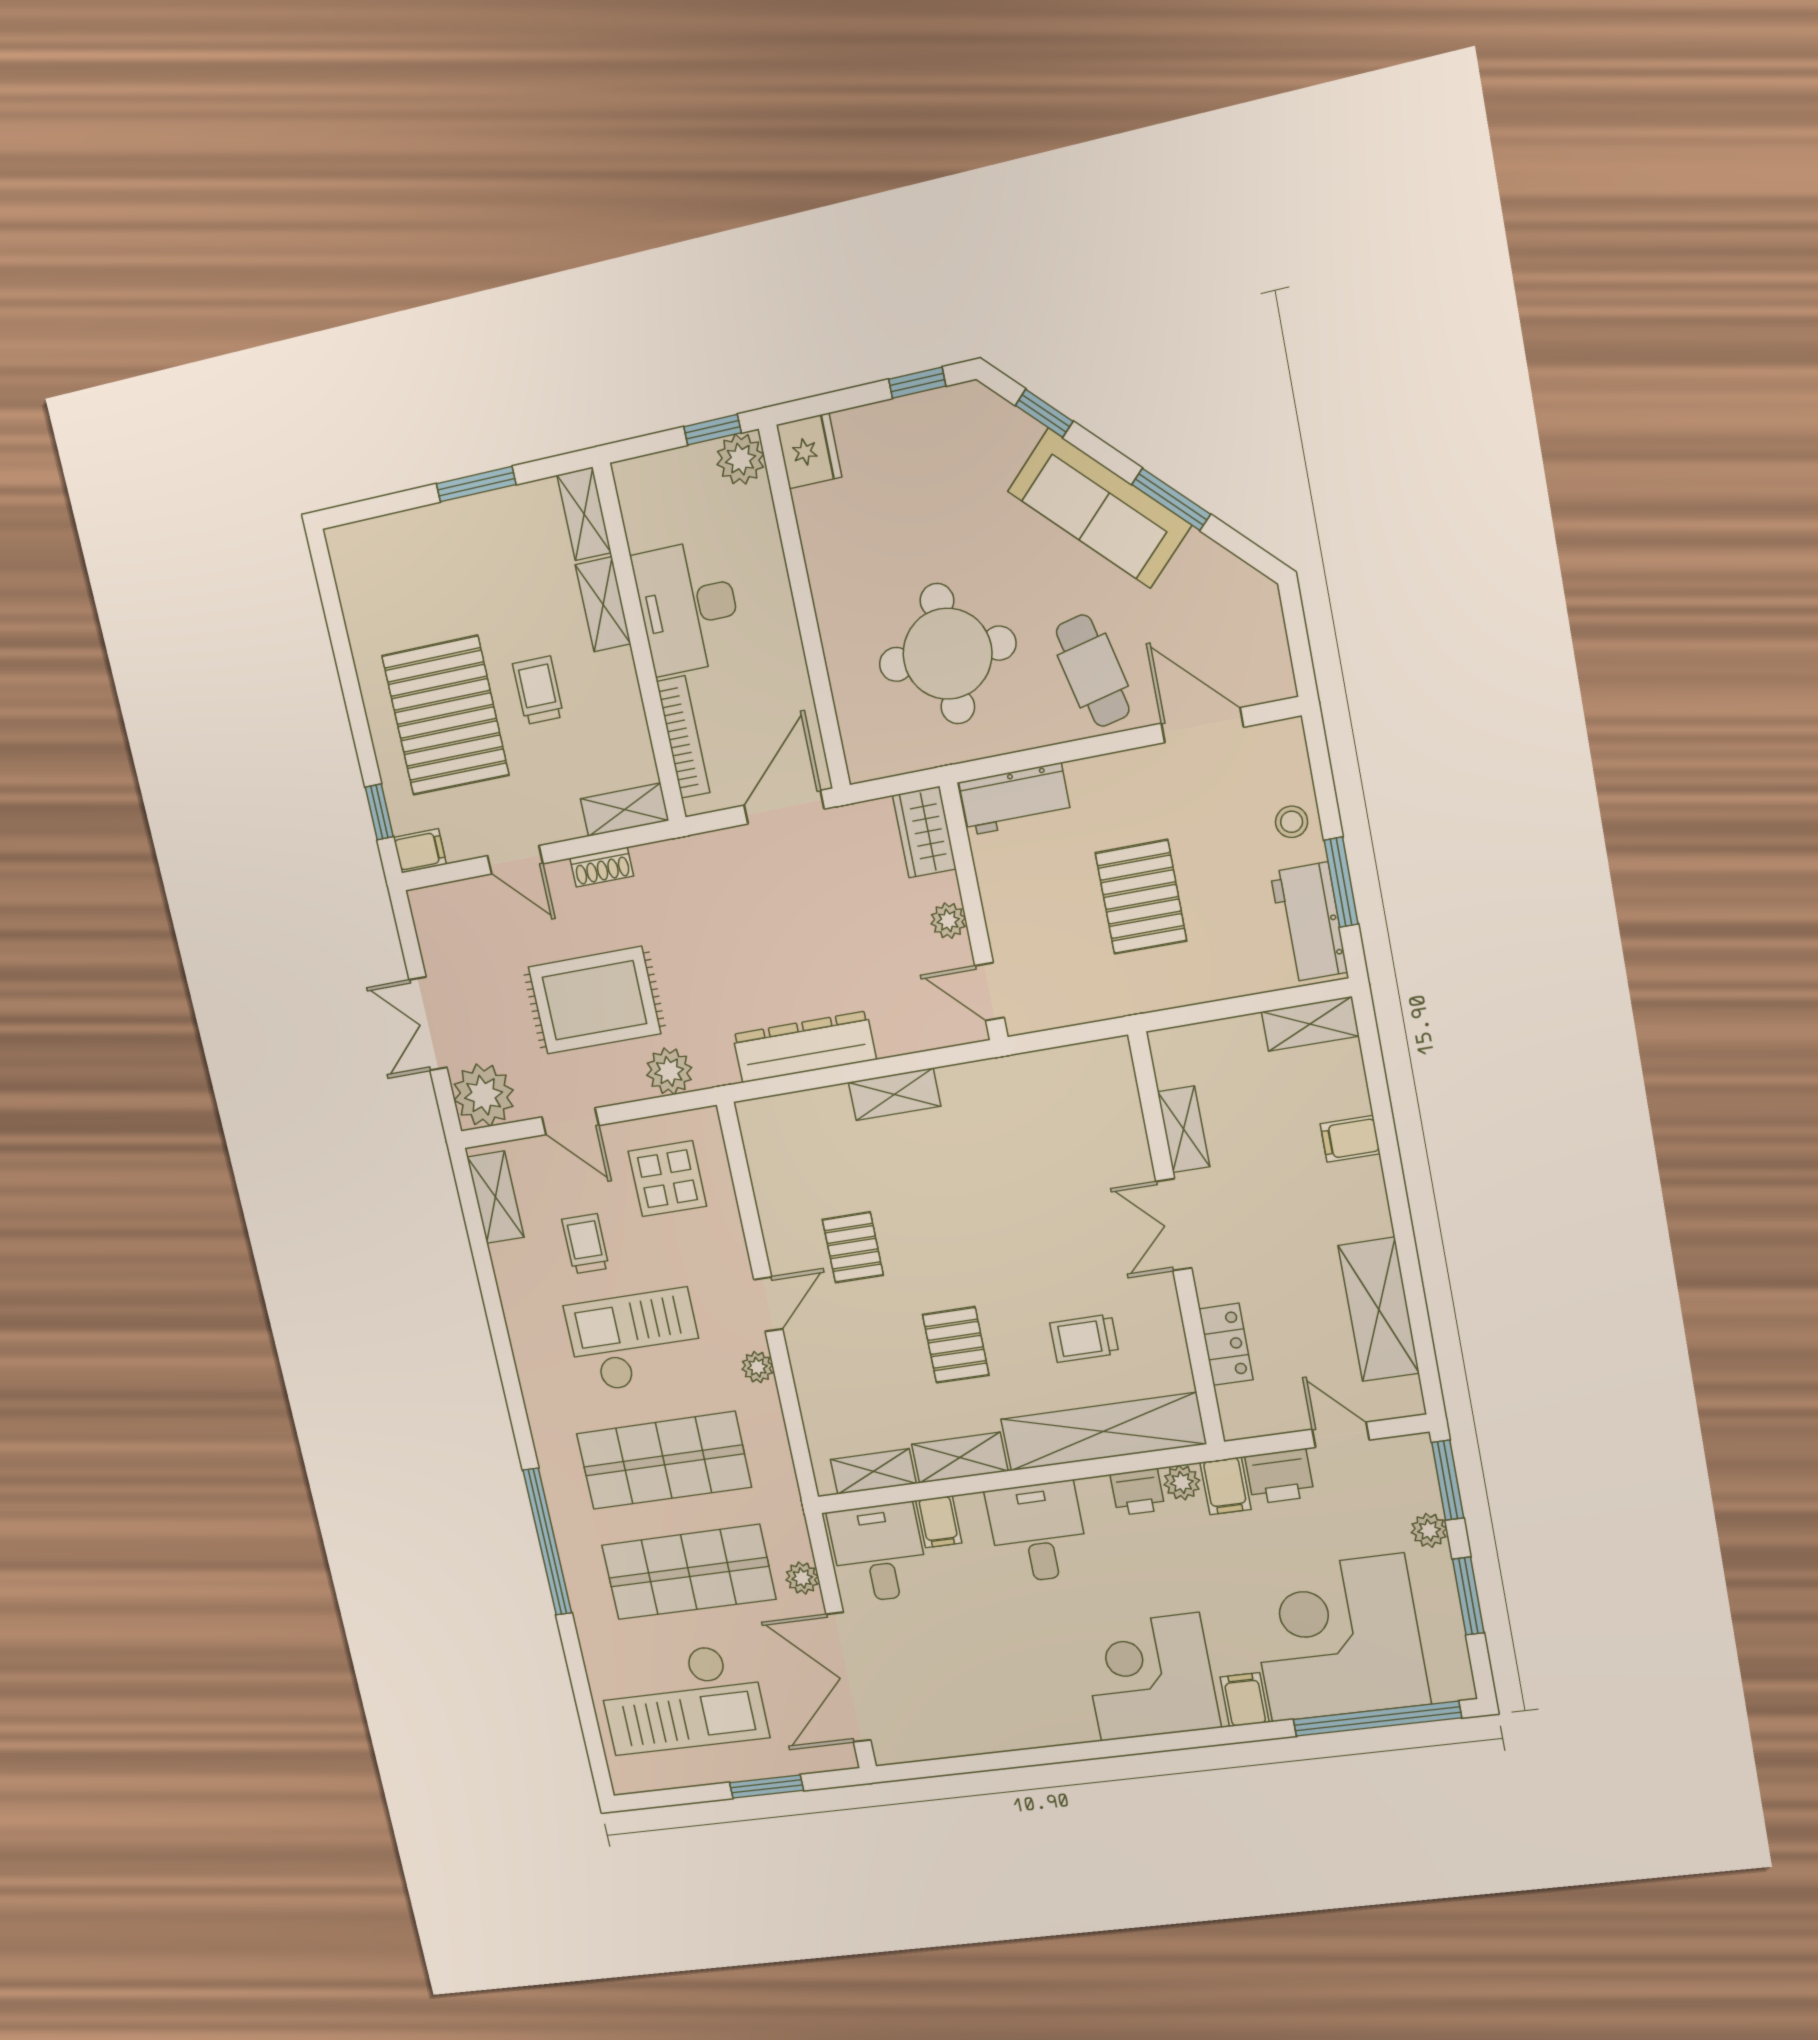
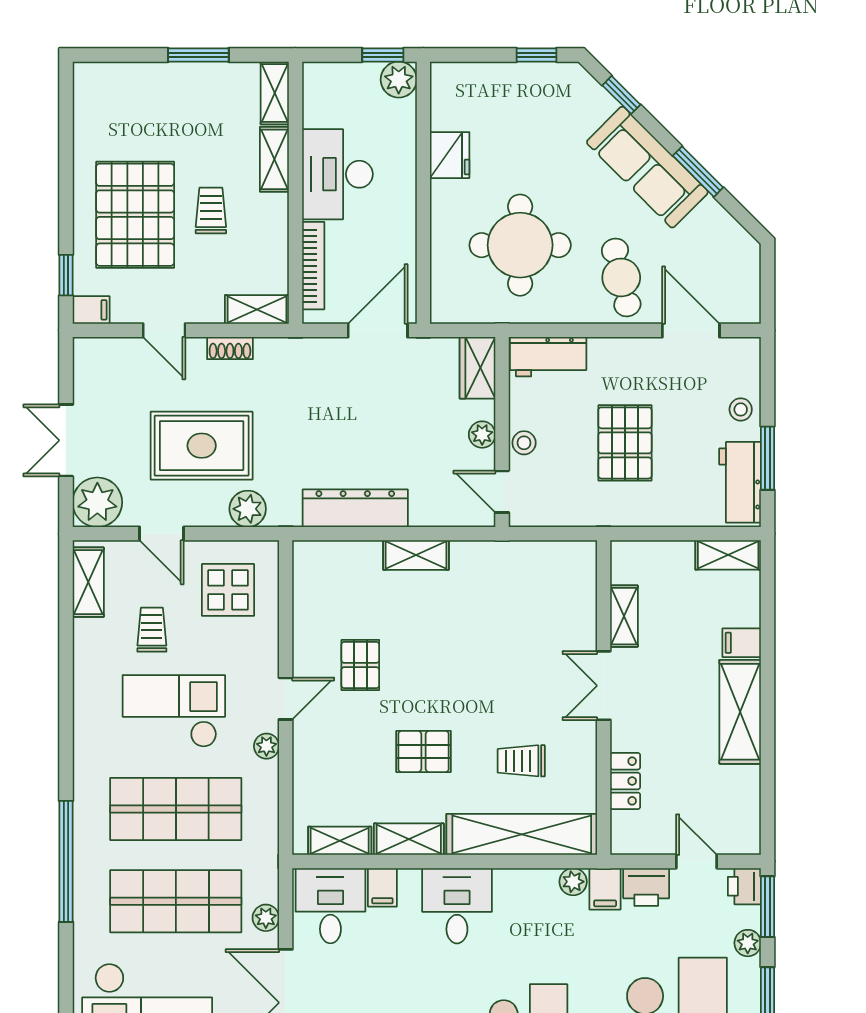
fridge: (809, 451) -> (450, 155), moved
stool: (1006, 921) -> (524, 443), added
shelving: (1379, 1309) -> (740, 712), moved
pallet: (956, 1345) -> (423, 752), turned 90
printer: (1138, 1492) -> (744, 886), moved, turned 90

